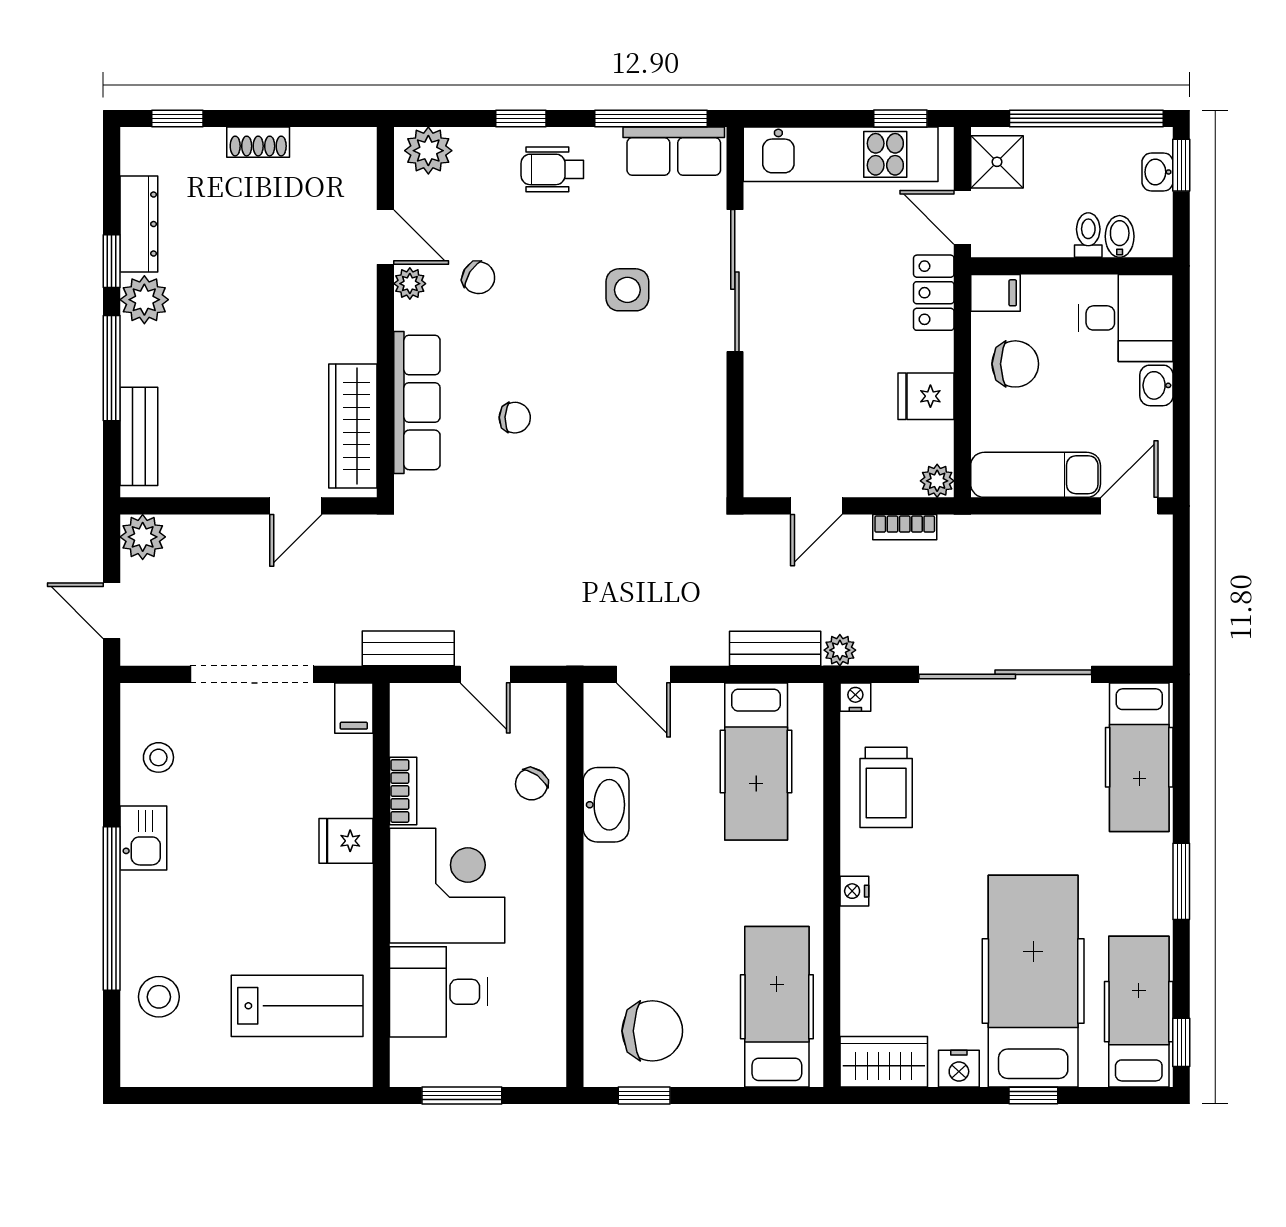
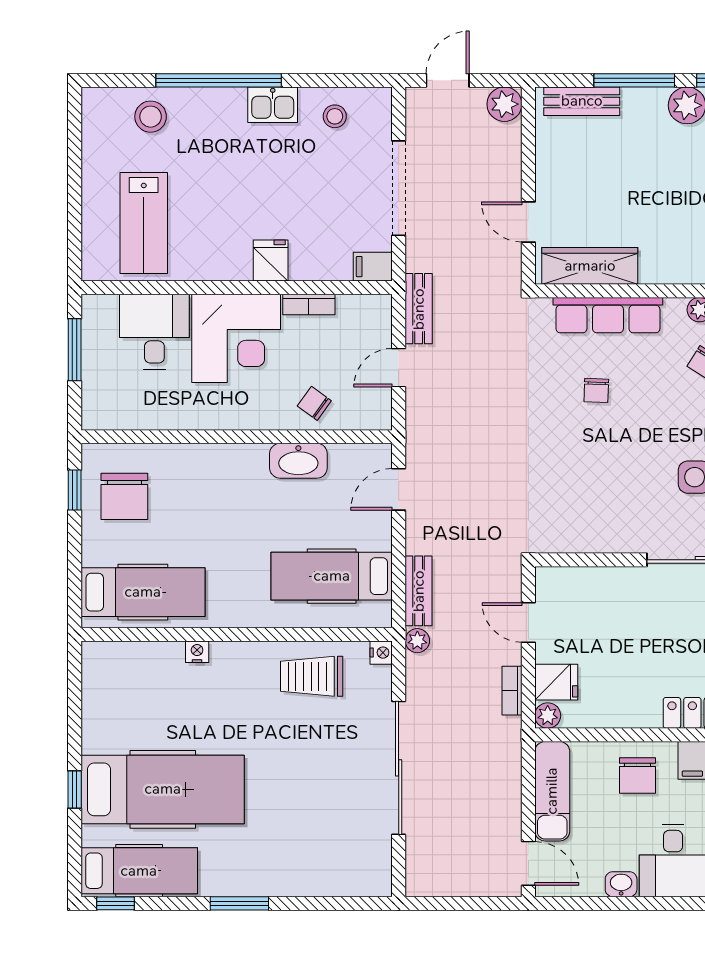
fridge: (926, 396) -> (556, 682), moved, turned 90
hospital bed: (1139, 757) -> (335, 871), removed
nightstand: (854, 891) -> (197, 652), moved
wardrobe: (884, 1062) -> (101, 674), removed
nightstand: (959, 1069) -> (95, 732), removed

